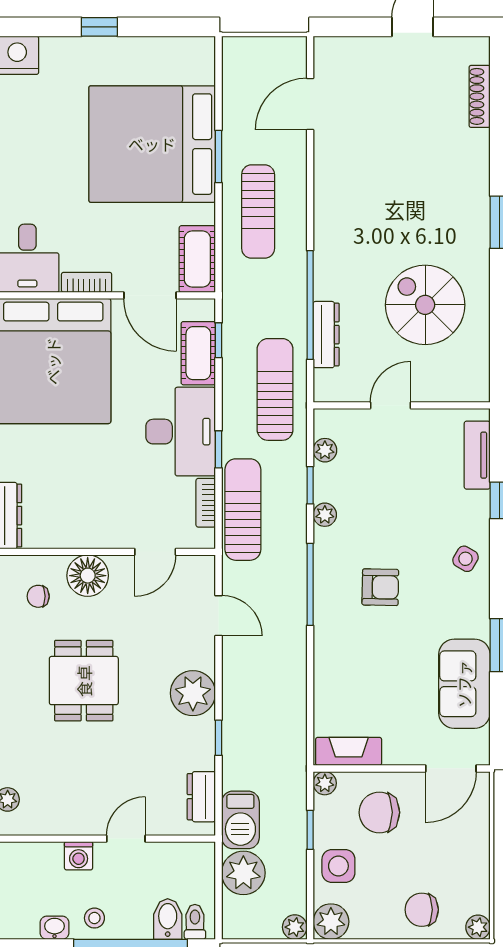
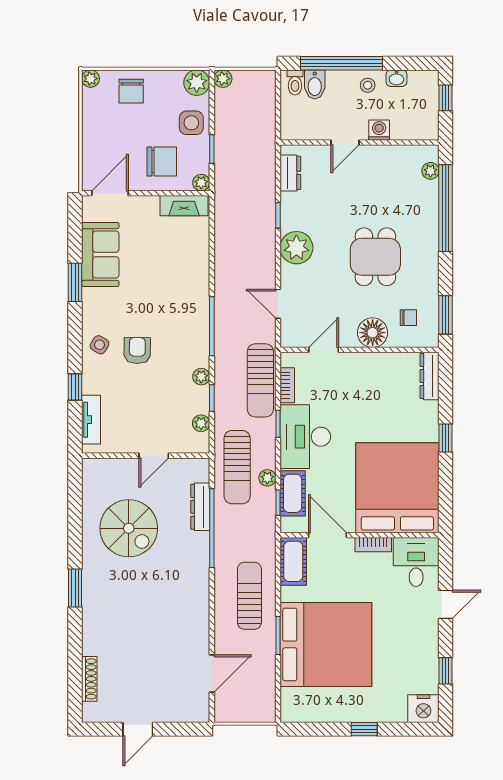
armchair: (380, 587) -> (137, 351), moved, turned 90
barbecue: (240, 820) -> (262, 156), removed
plant: (243, 873) -> (267, 478), moved, width x0.53, depth x0.53
chair: (422, 910) -> (131, 91), turned 90

